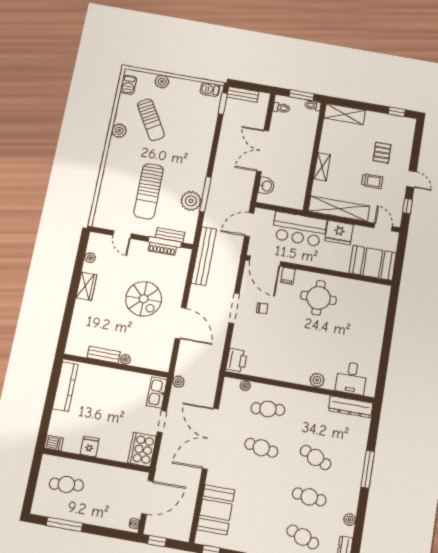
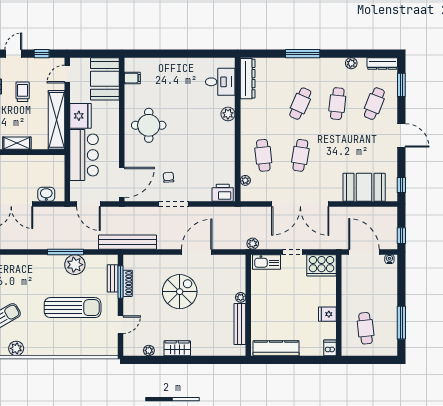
filing cabinet: (288, 276) -> (132, 78), moved
bench: (104, 355) -> (240, 324), width x1.36

